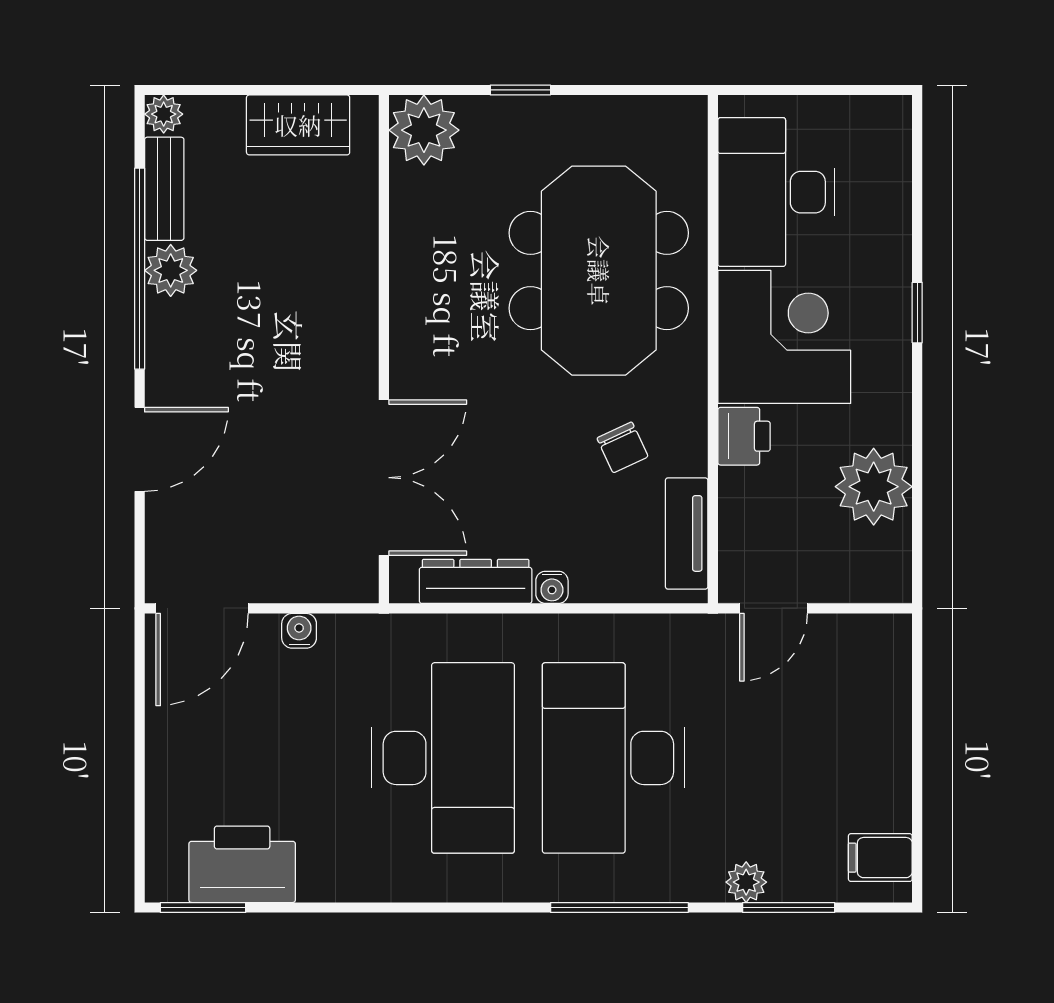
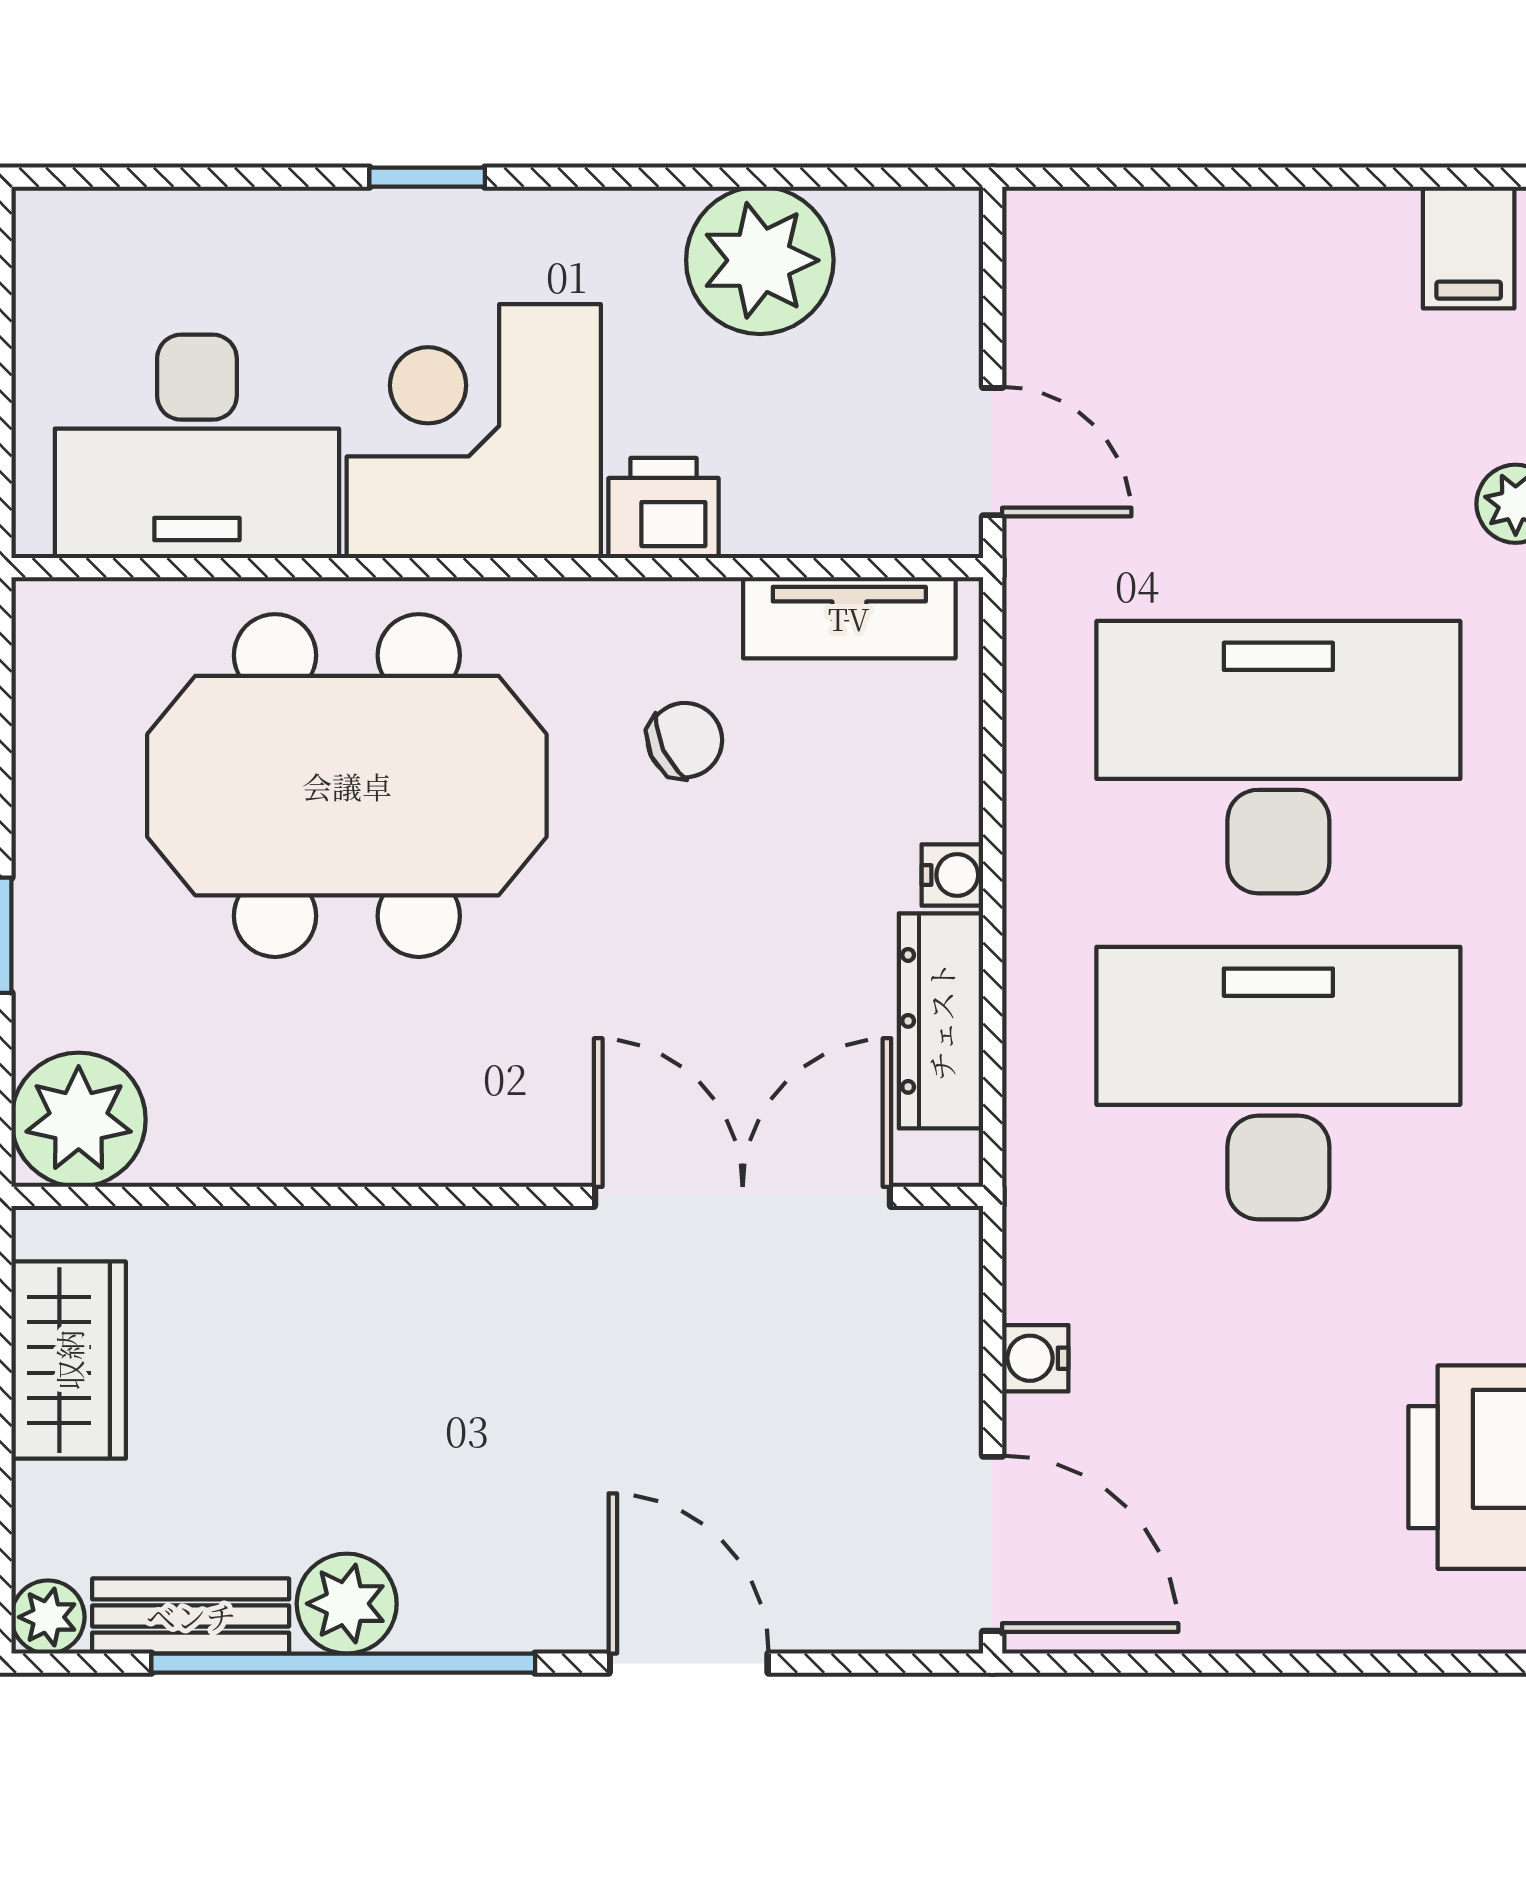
desk: (614, 758) -> (1278, 757), turned 180

